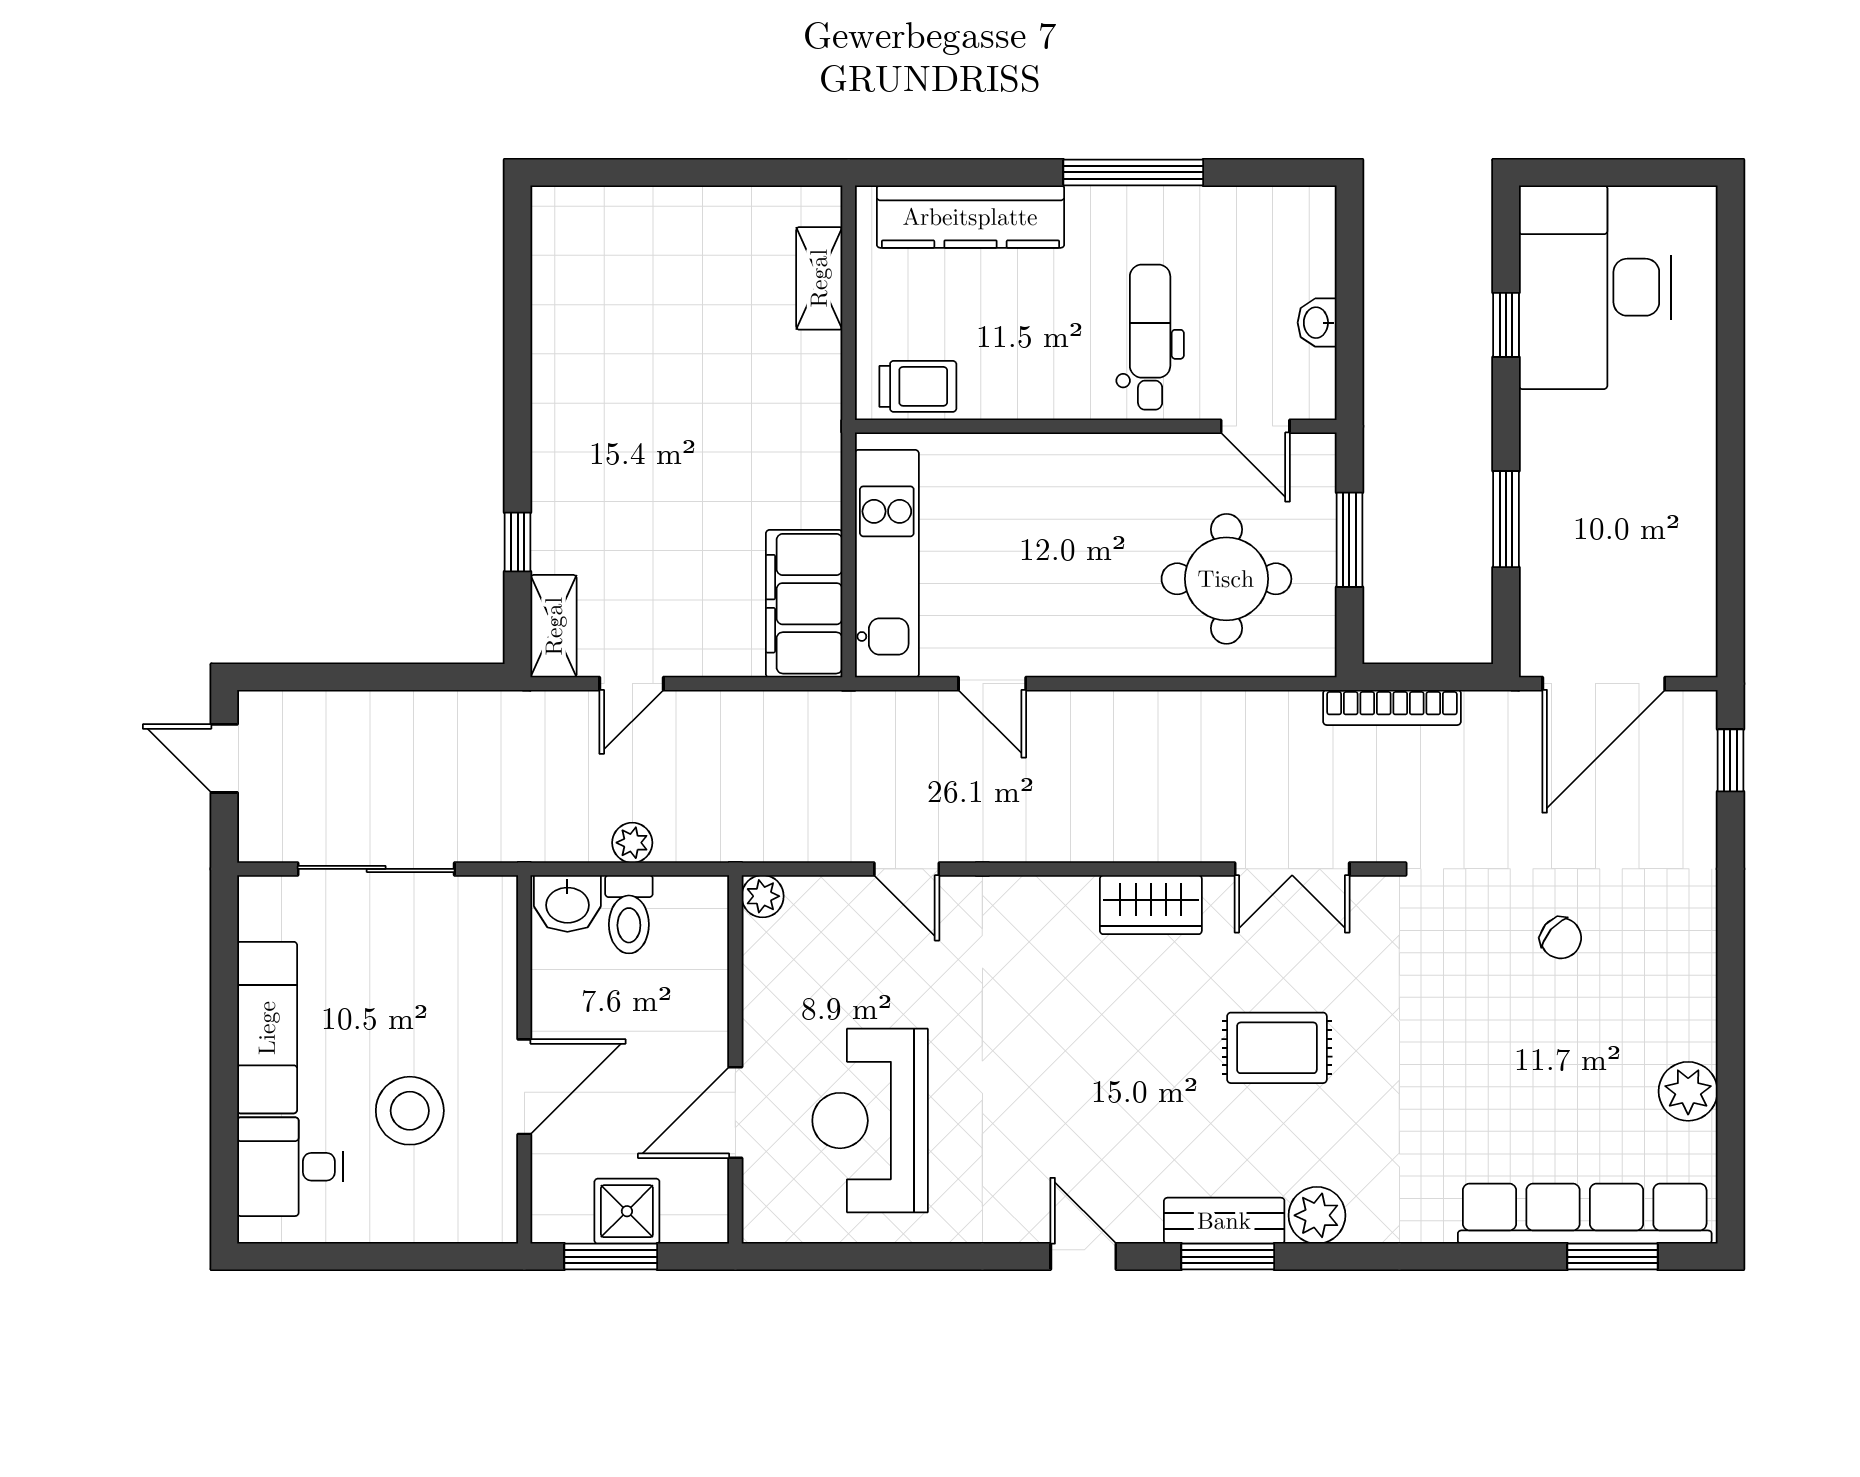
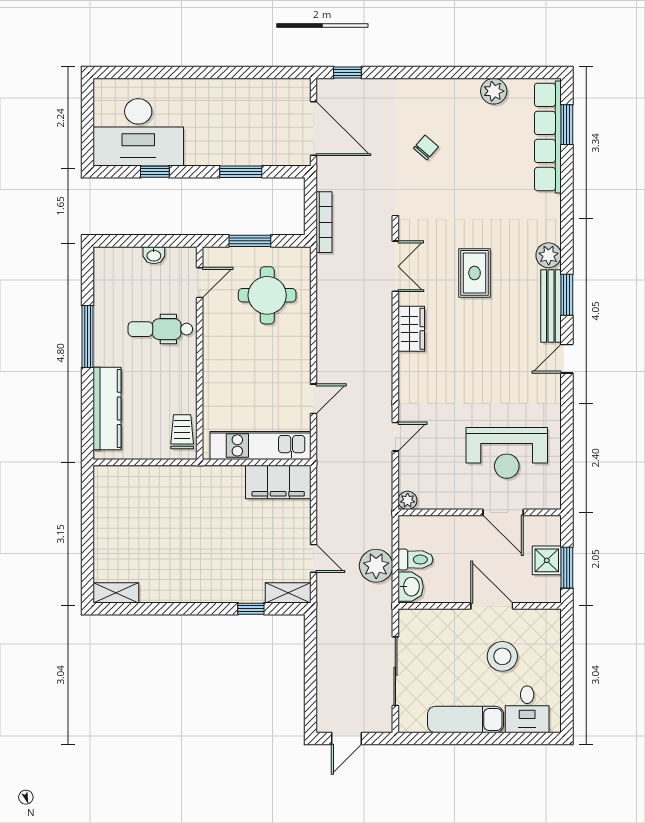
shelving: (819, 278) -> (116, 593), moved
plant: (632, 843) -> (376, 566), width x1.88, depth x1.88
bench: (1224, 1221) -> (551, 306), width x1.36

